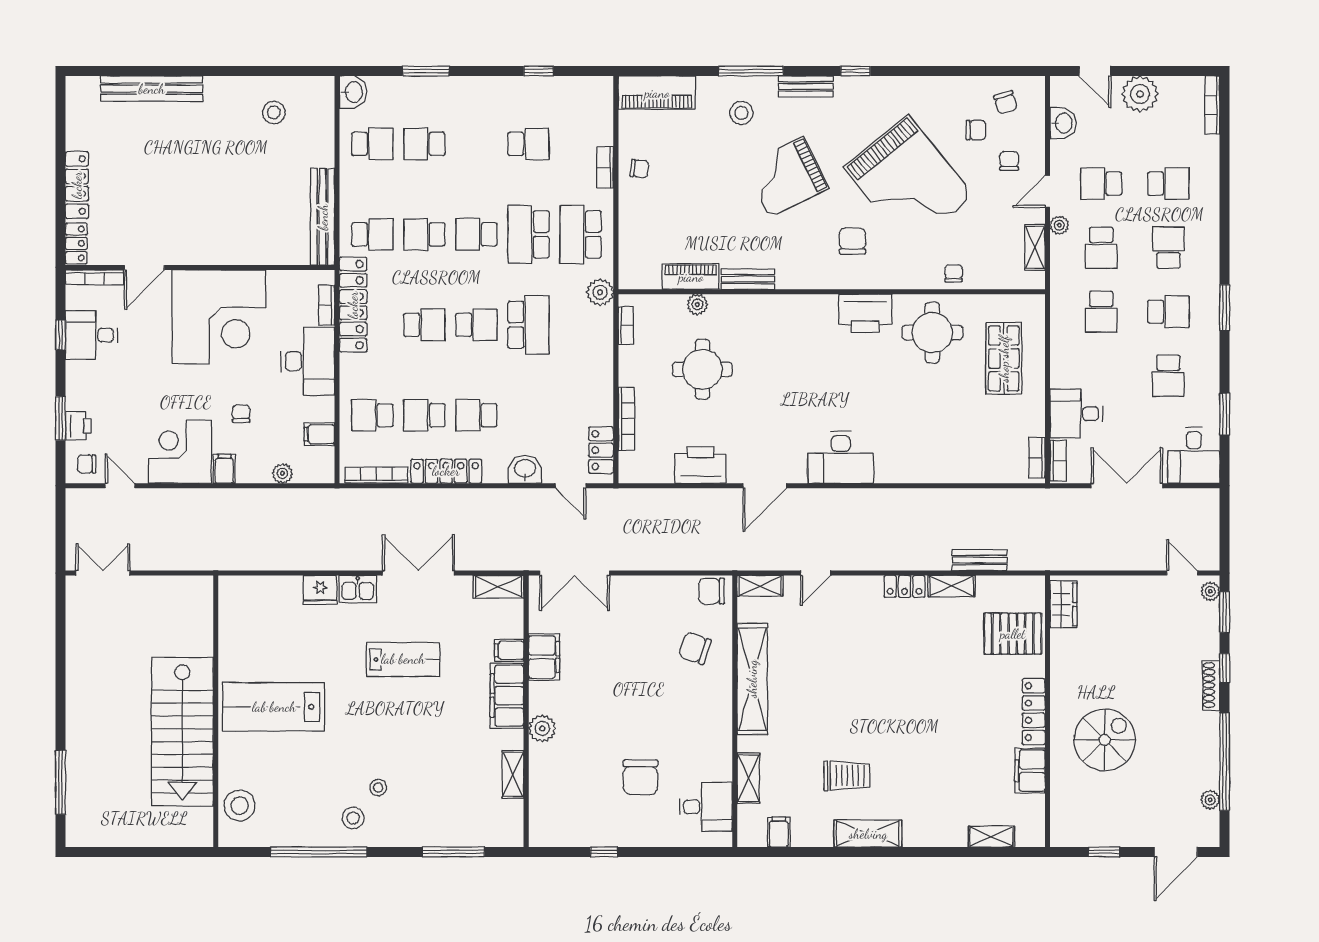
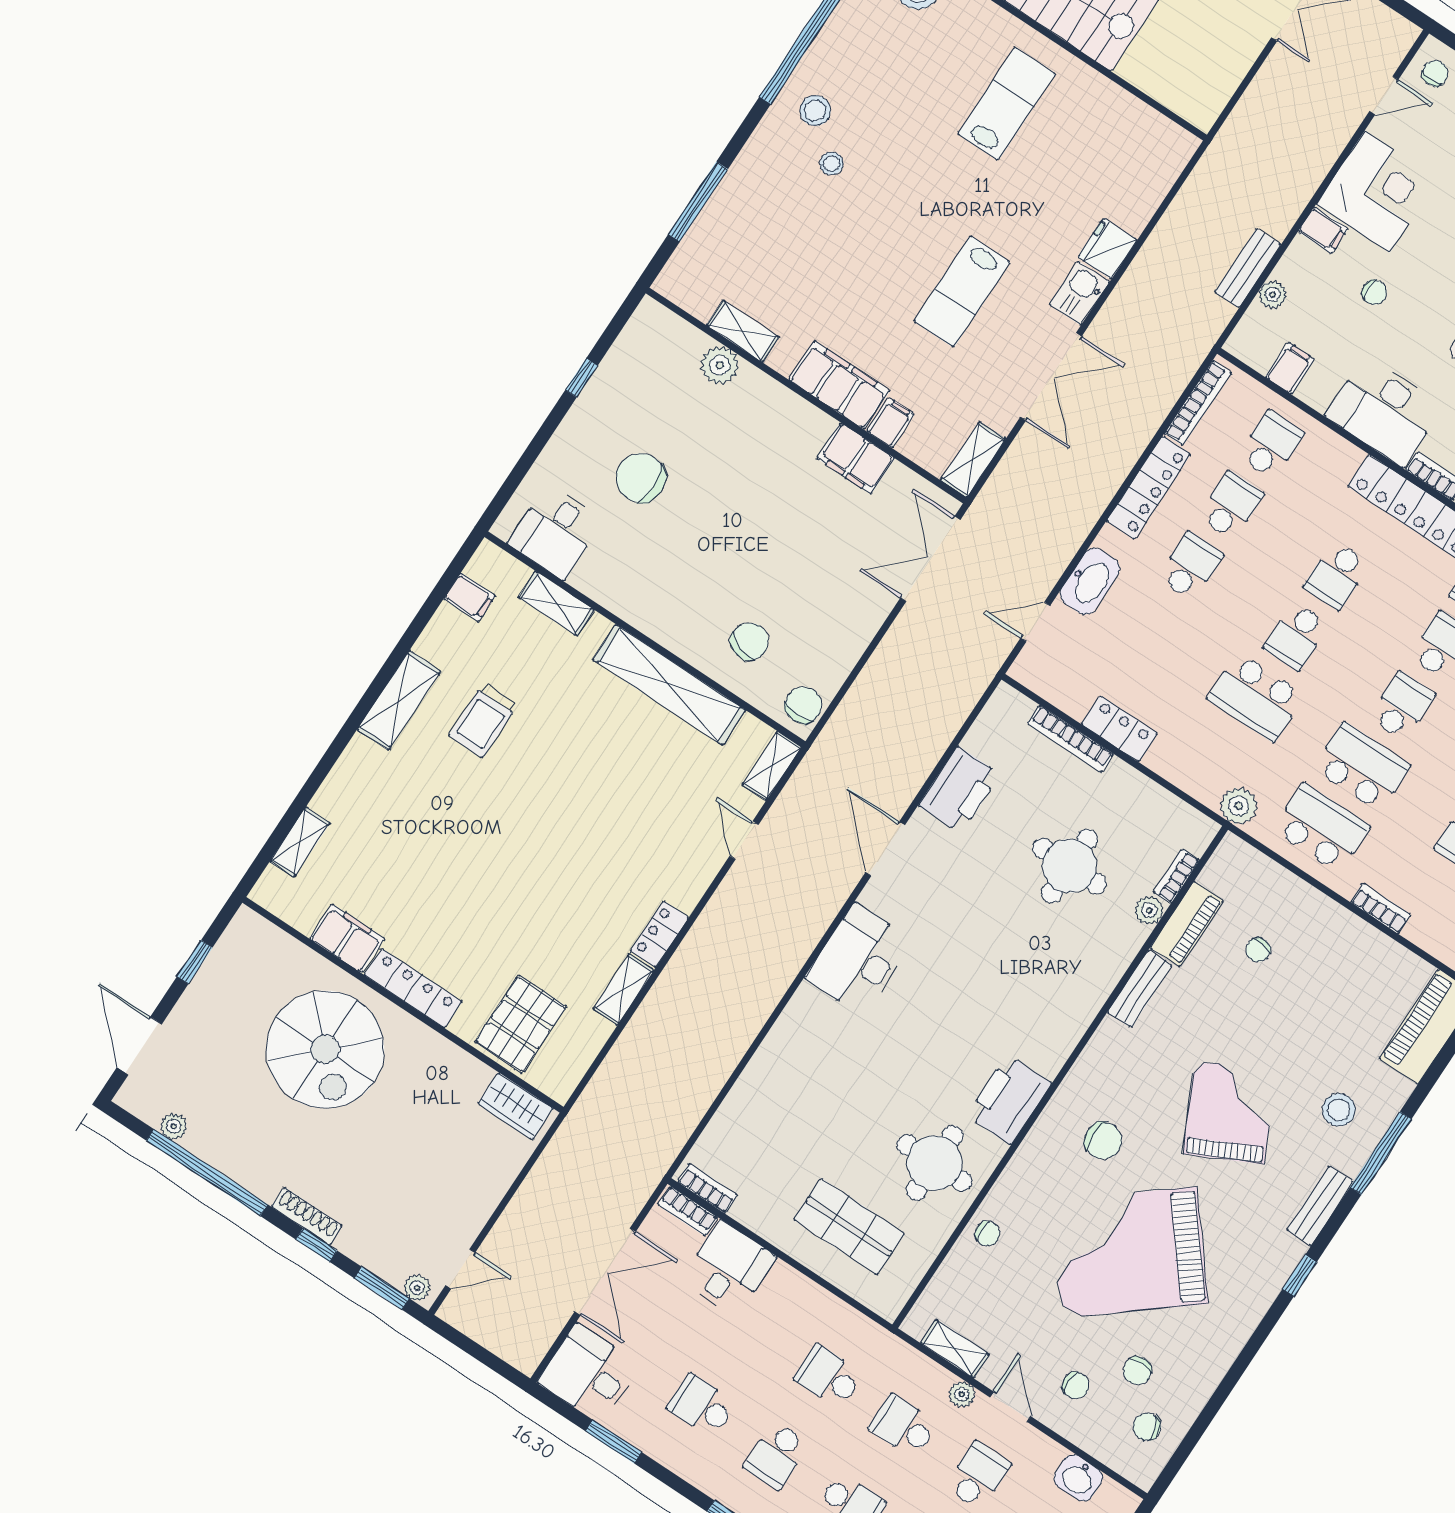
chair: (639, 169) -> (1258, 950), moved
bookcase: (626, 326) -> (1176, 876), moved, turned 90
locker: (601, 450) -> (1119, 729), moved
washbasin: (525, 469) -> (1090, 581), width x1.38
bench: (980, 560) -> (1248, 268), moved
lab bench: (274, 707) -> (1007, 104), width x0.73, depth x0.72
plant: (542, 728) -> (720, 365), moved
spiral stairs: (1105, 740) -> (325, 1049), width x1.37, depth x1.37

